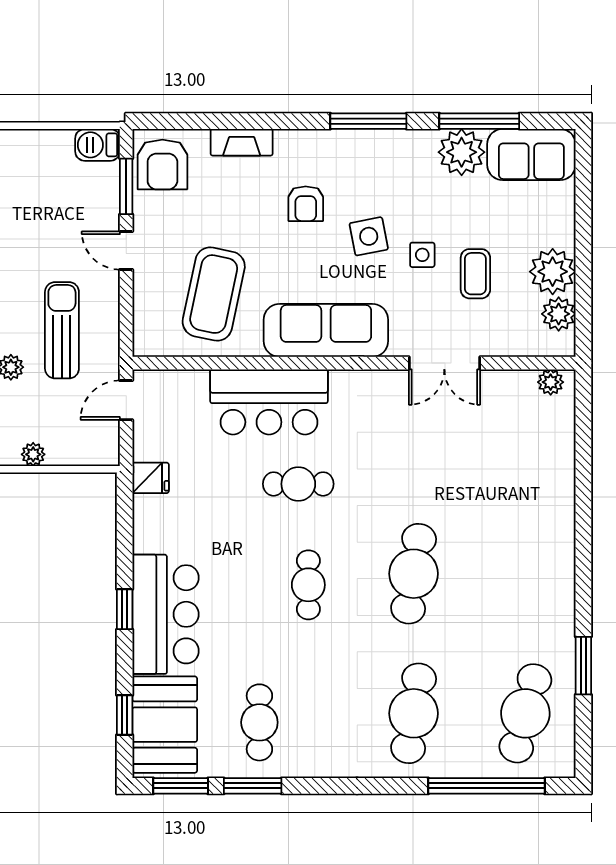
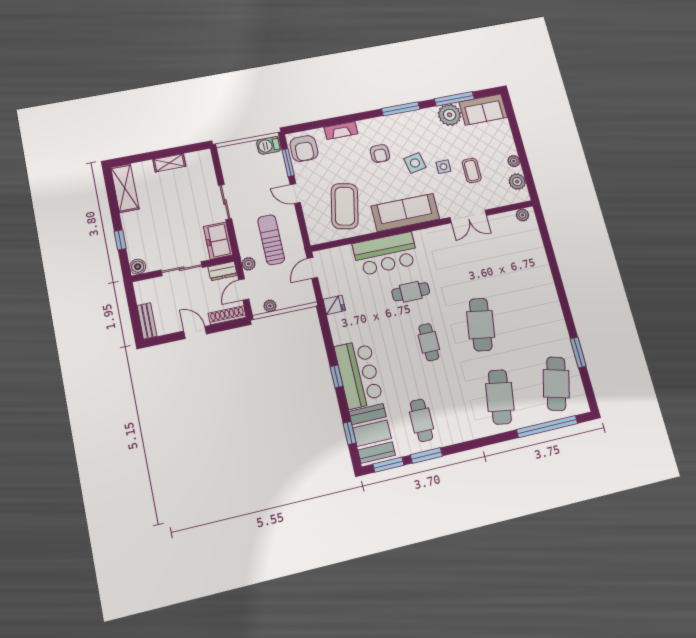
plant: (553, 272) -> (514, 161), width x0.53, depth x0.53

